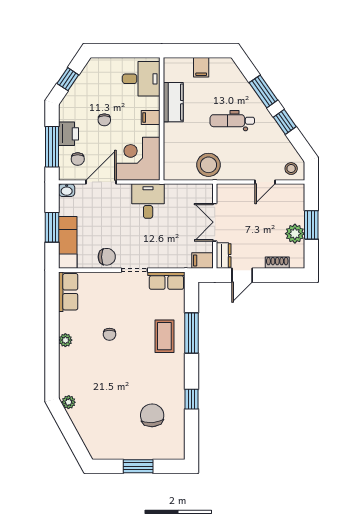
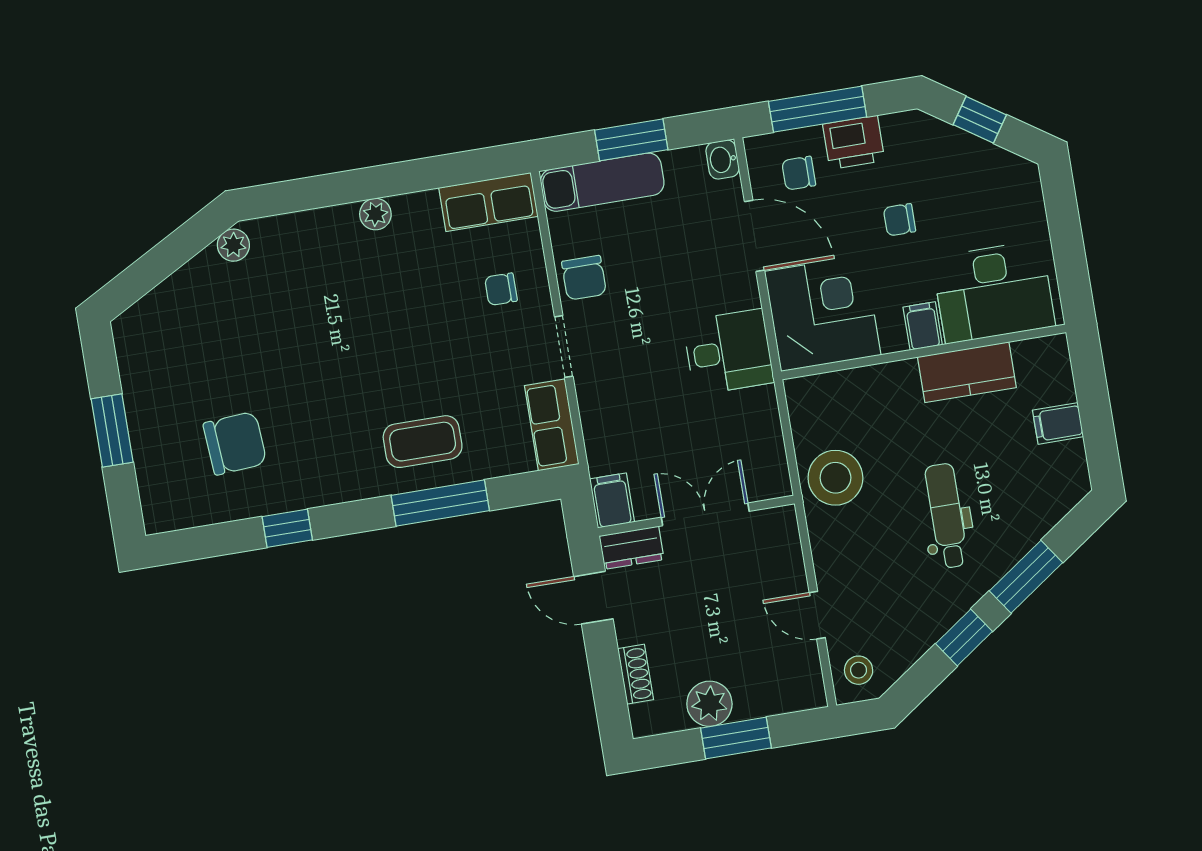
desk: (141, 79) -> (994, 292), width x1.37
chair: (109, 334) -> (501, 289), moved

